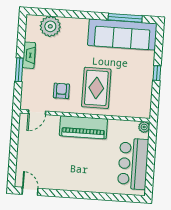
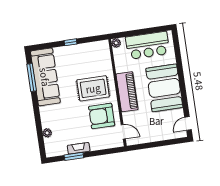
plant: (50, 26) -> (47, 133), width x0.53, depth x0.53
window: (19, 70) -> (74, 156), moved
armchair: (61, 91) -> (102, 116), width x1.88, depth x1.88
booth: (78, 173) -> (164, 88), added

